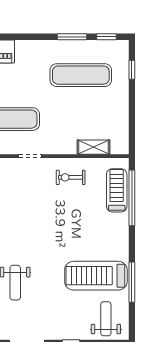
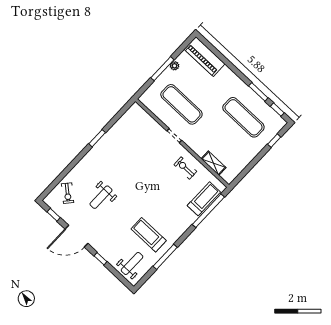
treadmill: (96, 276) -> (149, 235), width x0.73, depth x0.73

